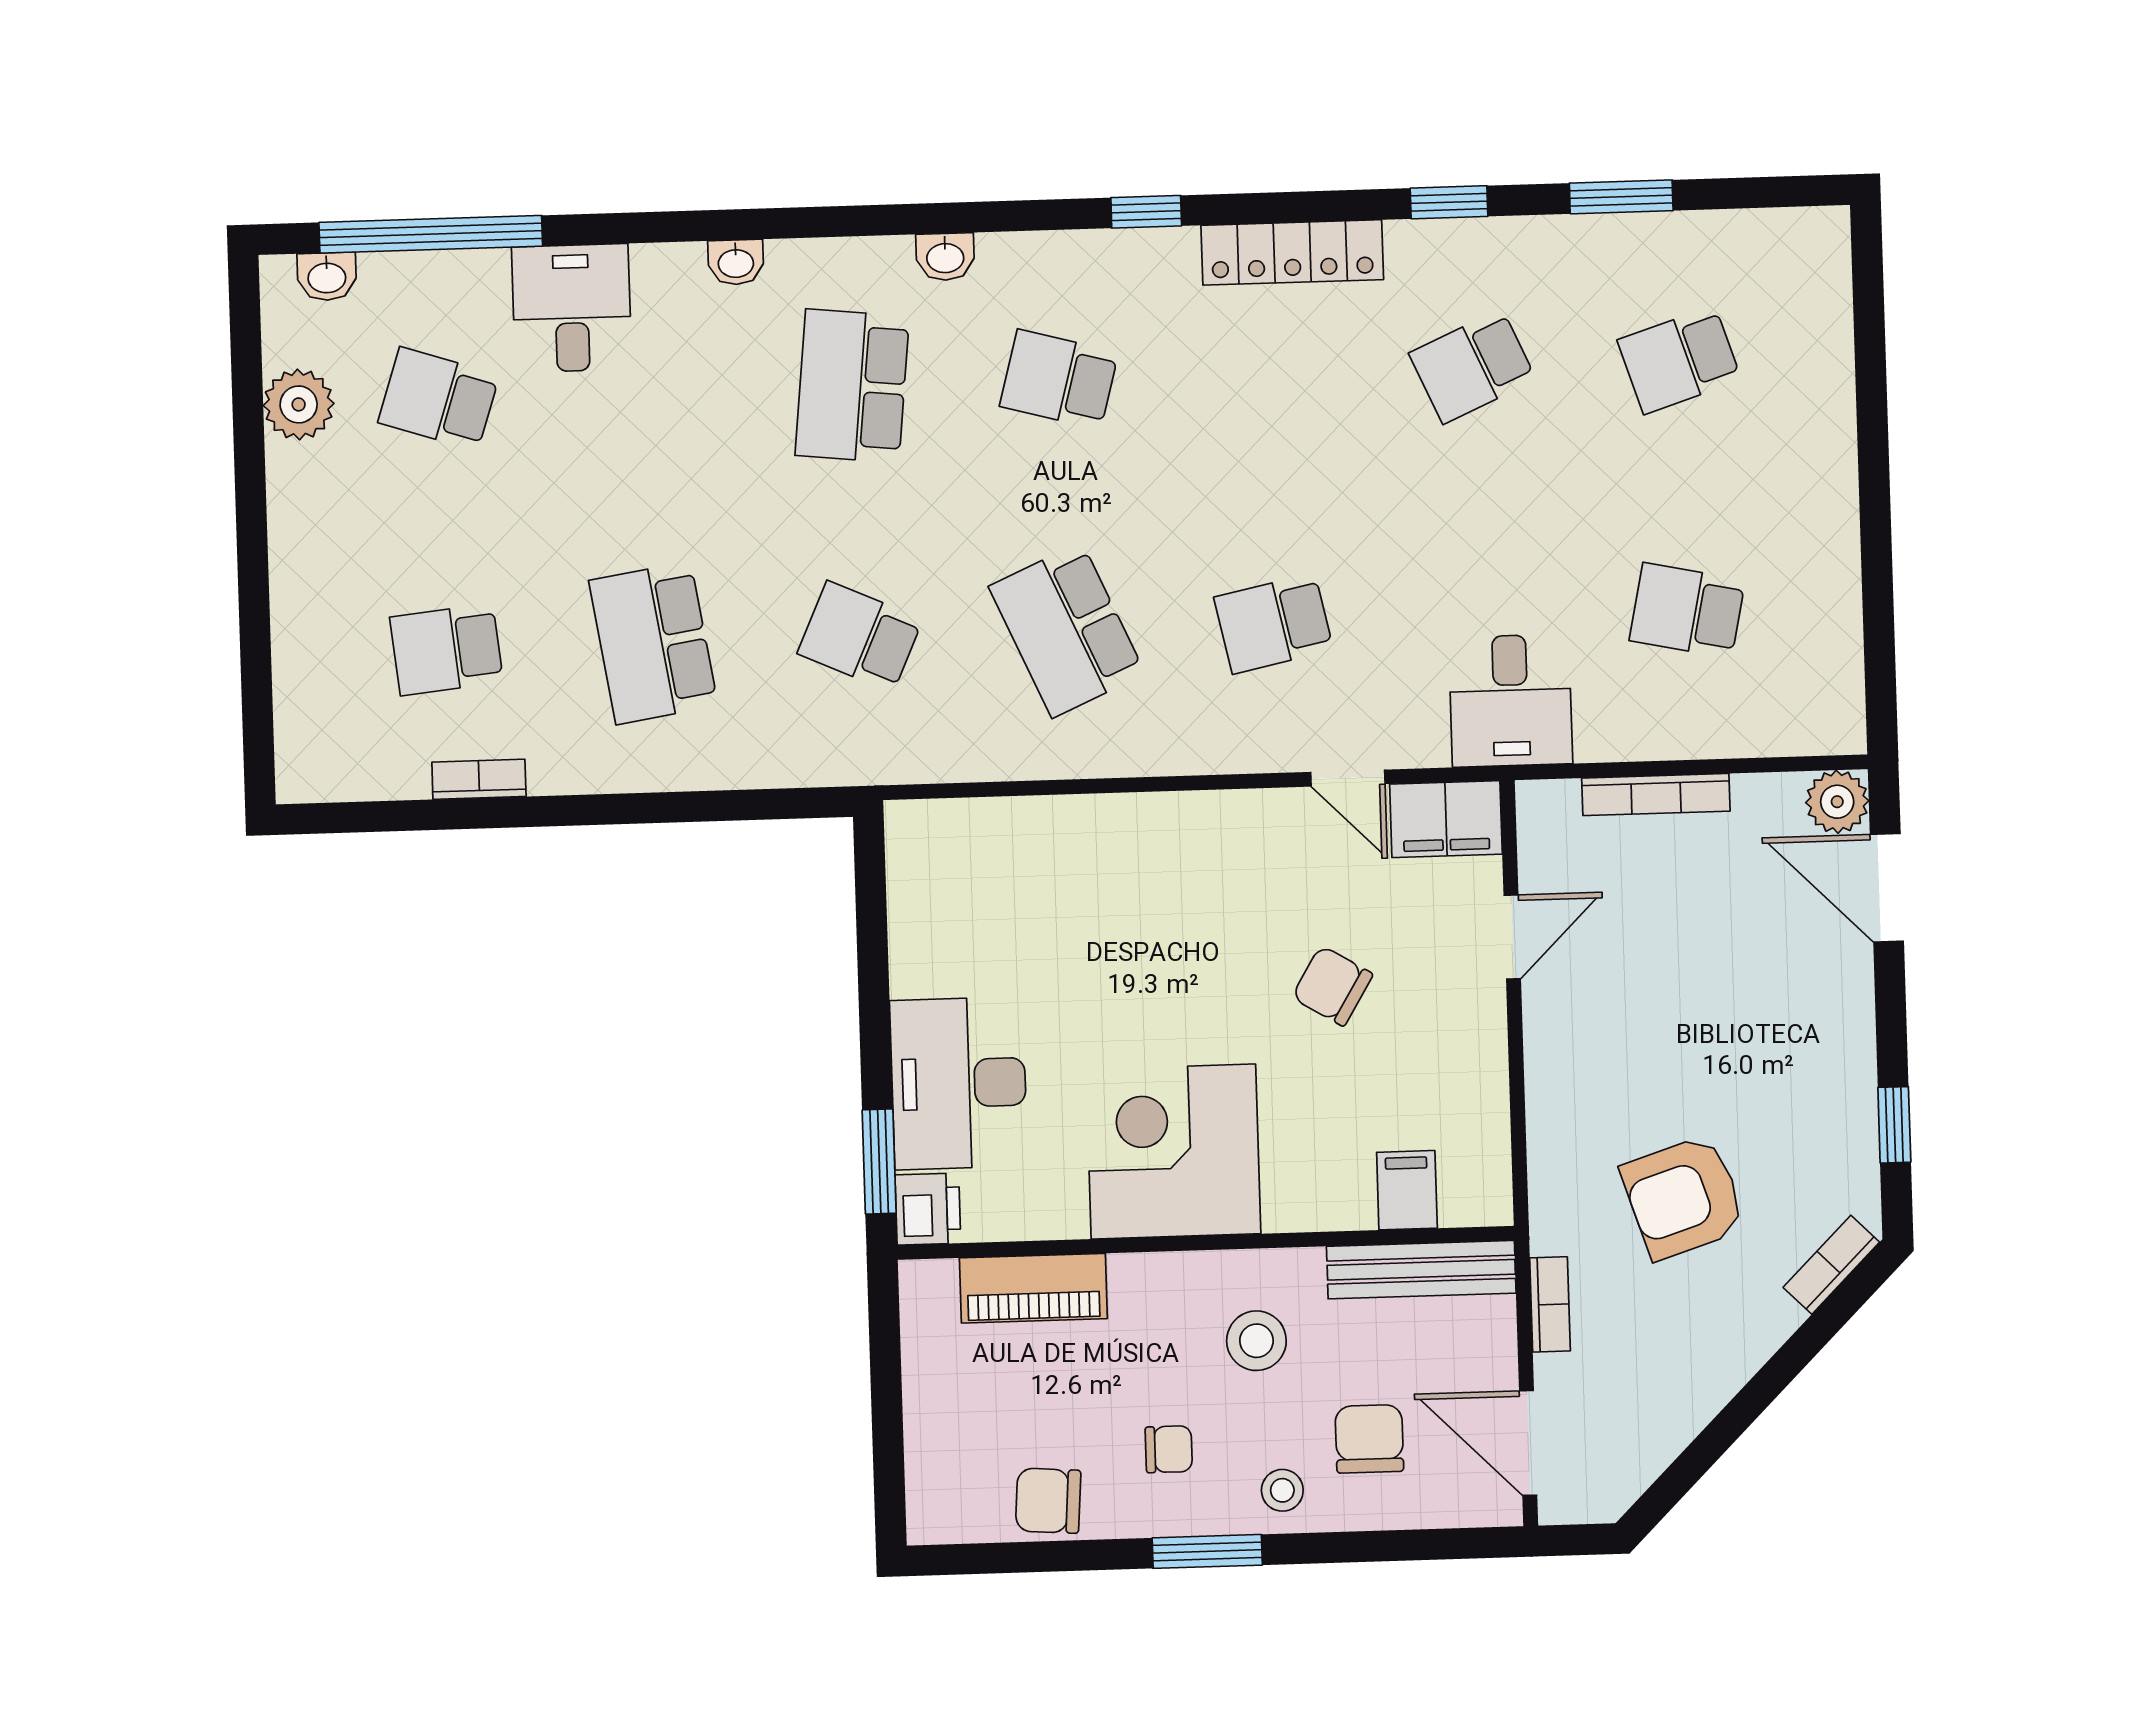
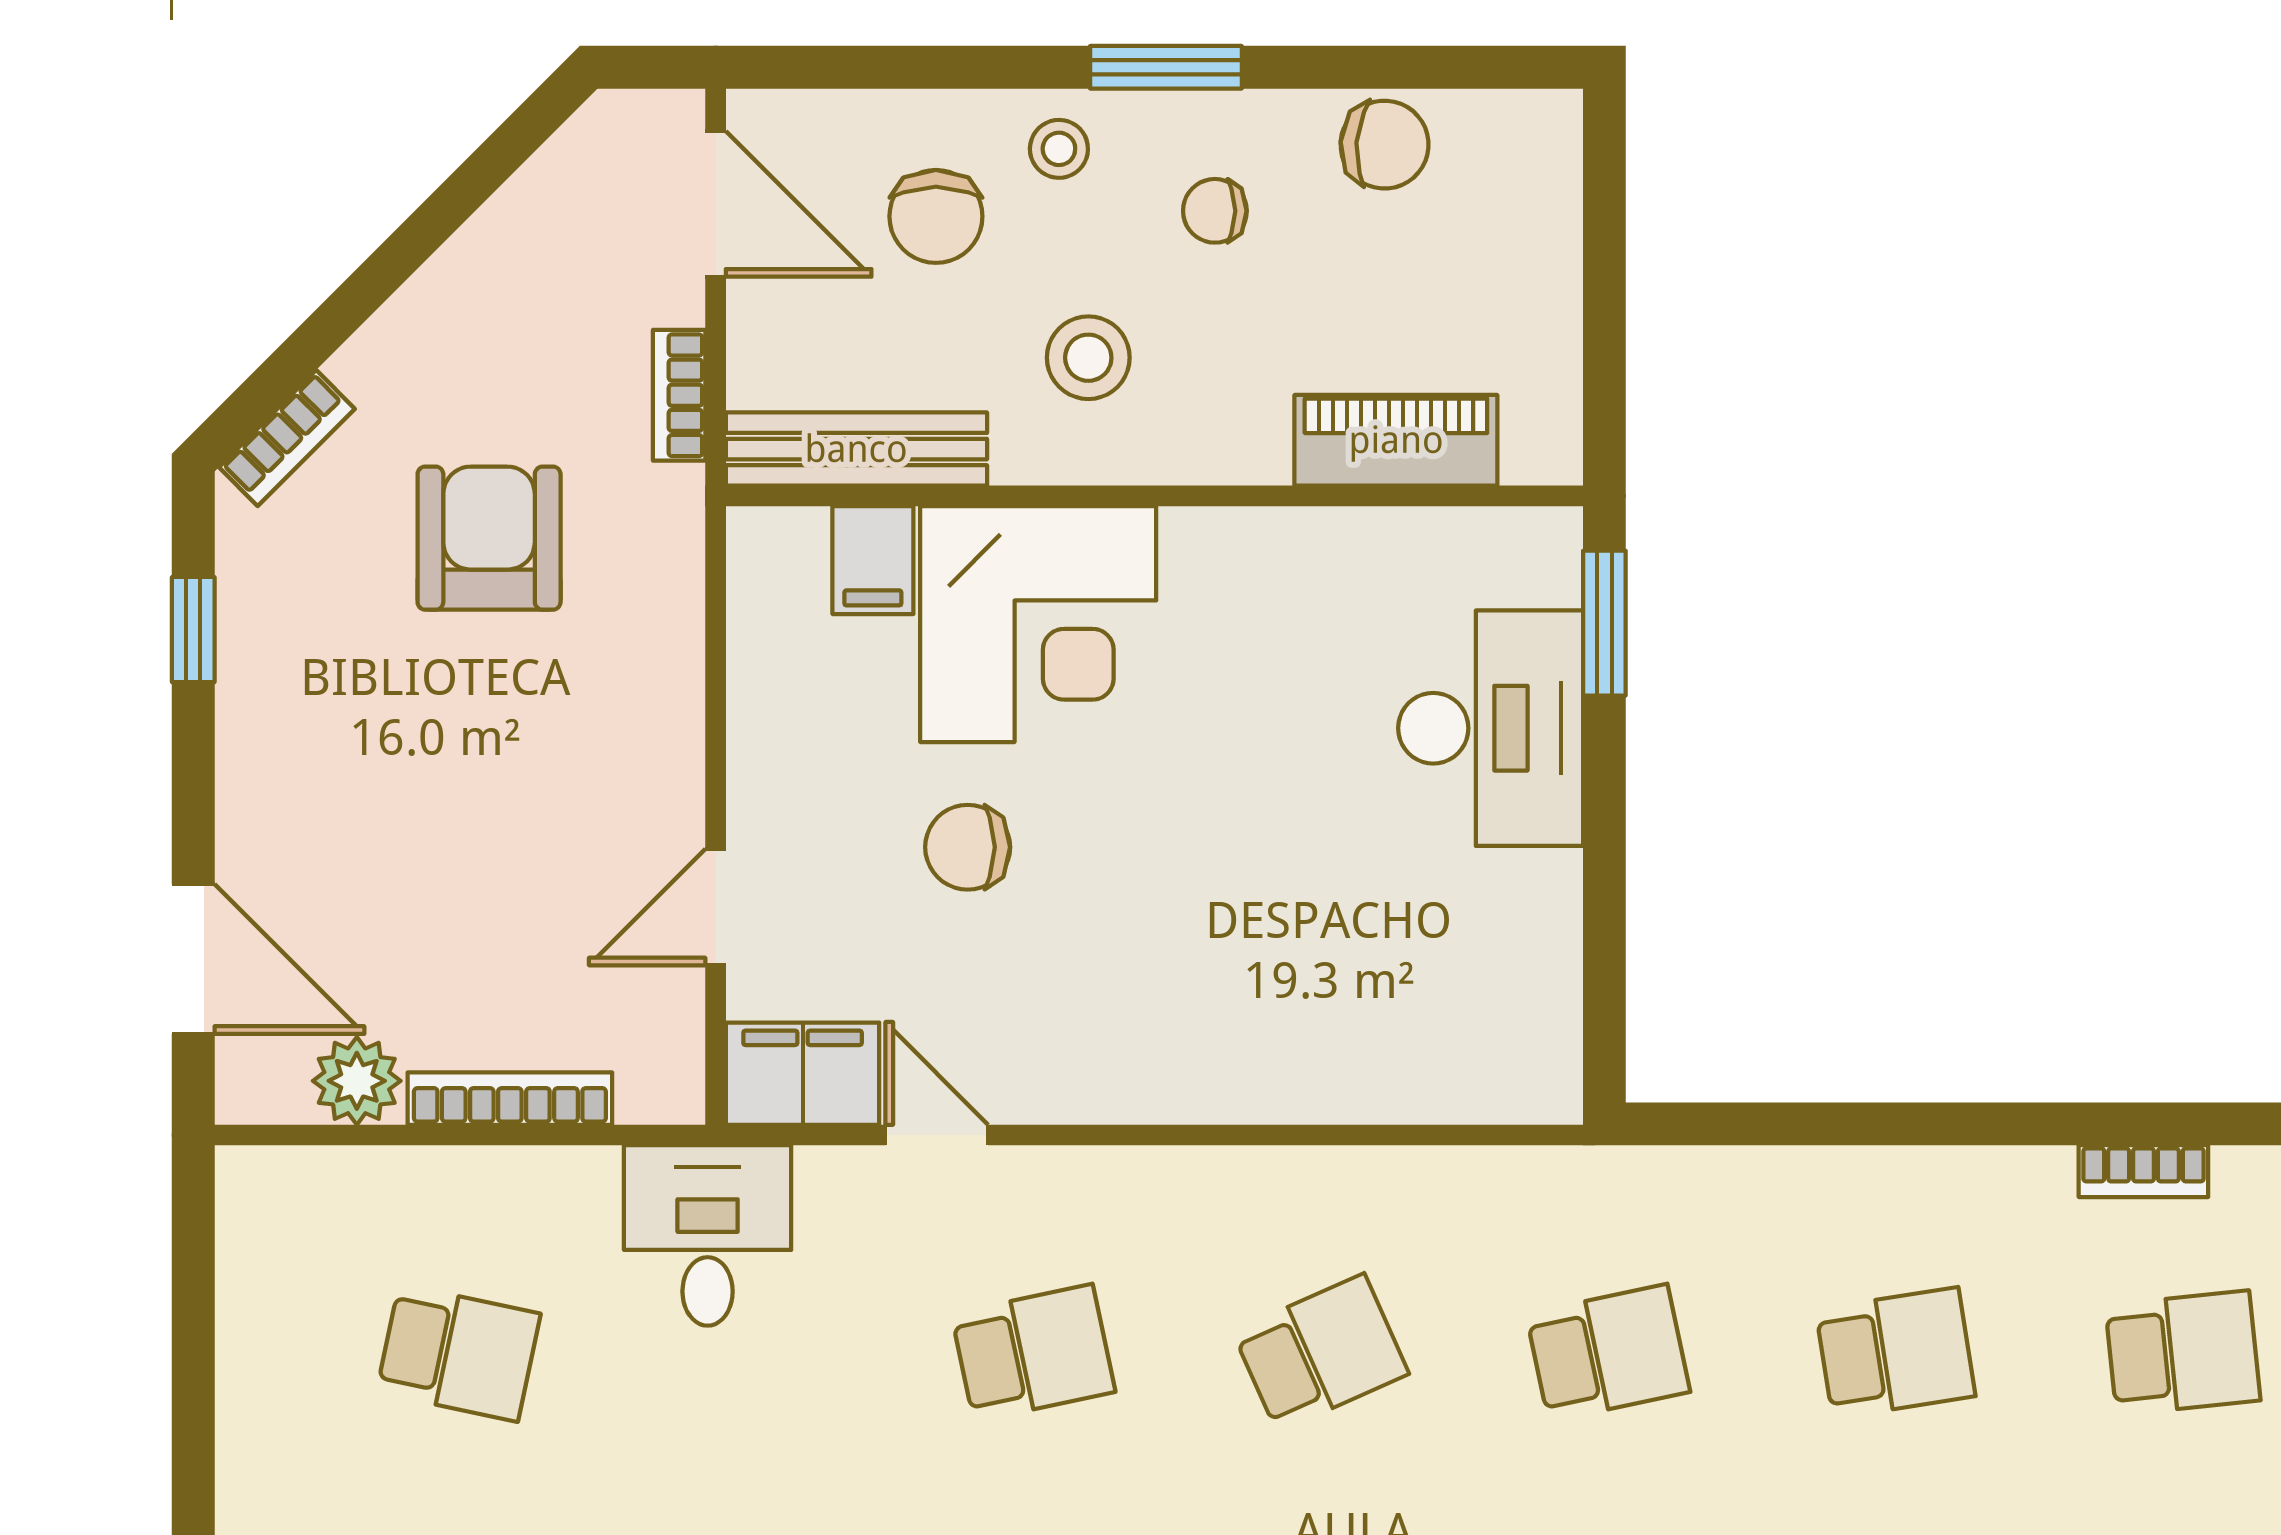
school desk: (1067, 630) -> (1321, 1353), width x0.54
school desk: (860, 636) -> (1608, 1353), turned -36
school desk: (653, 643) -> (1895, 1353), width x0.54
plant: (1837, 802) -> (357, 1081), moved
chair: (1332, 986) -> (968, 847), turned 149
corner desk: (1173, 1151) -> (1038, 624), moved
armchair: (1684, 1197) -> (489, 538), turned -72
printer: (928, 1209) -> (1539, 555), removed

